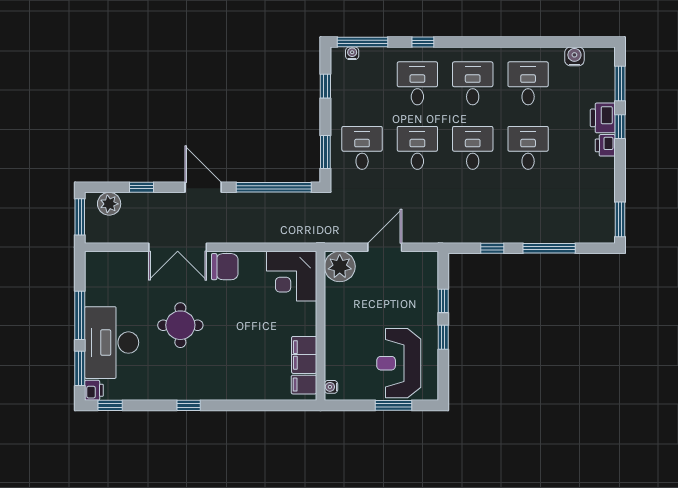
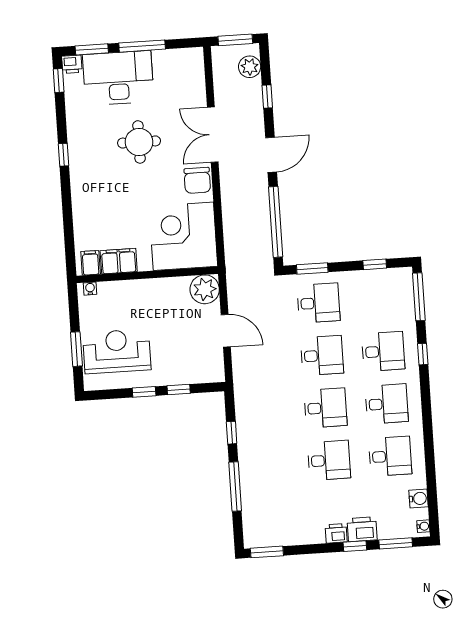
water cooler: (352, 53) -> (423, 526), moved
corner desk: (292, 276) -> (183, 236), width x1.36, depth x1.36

